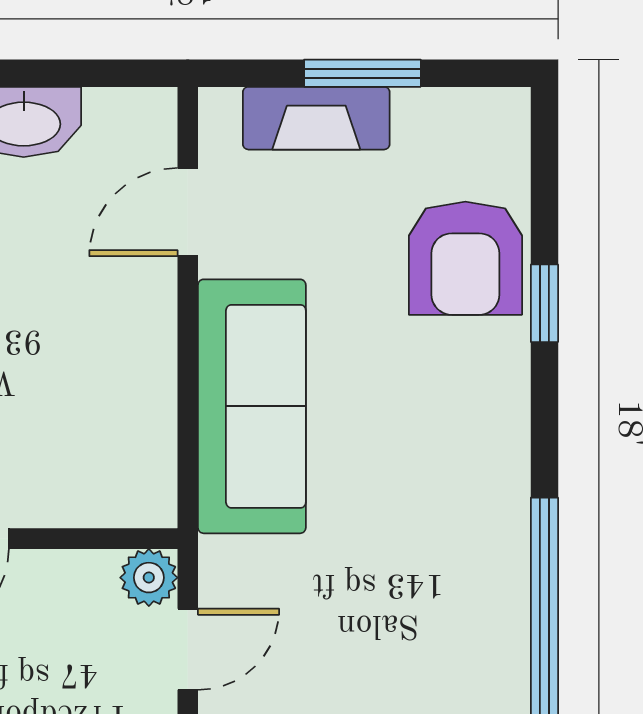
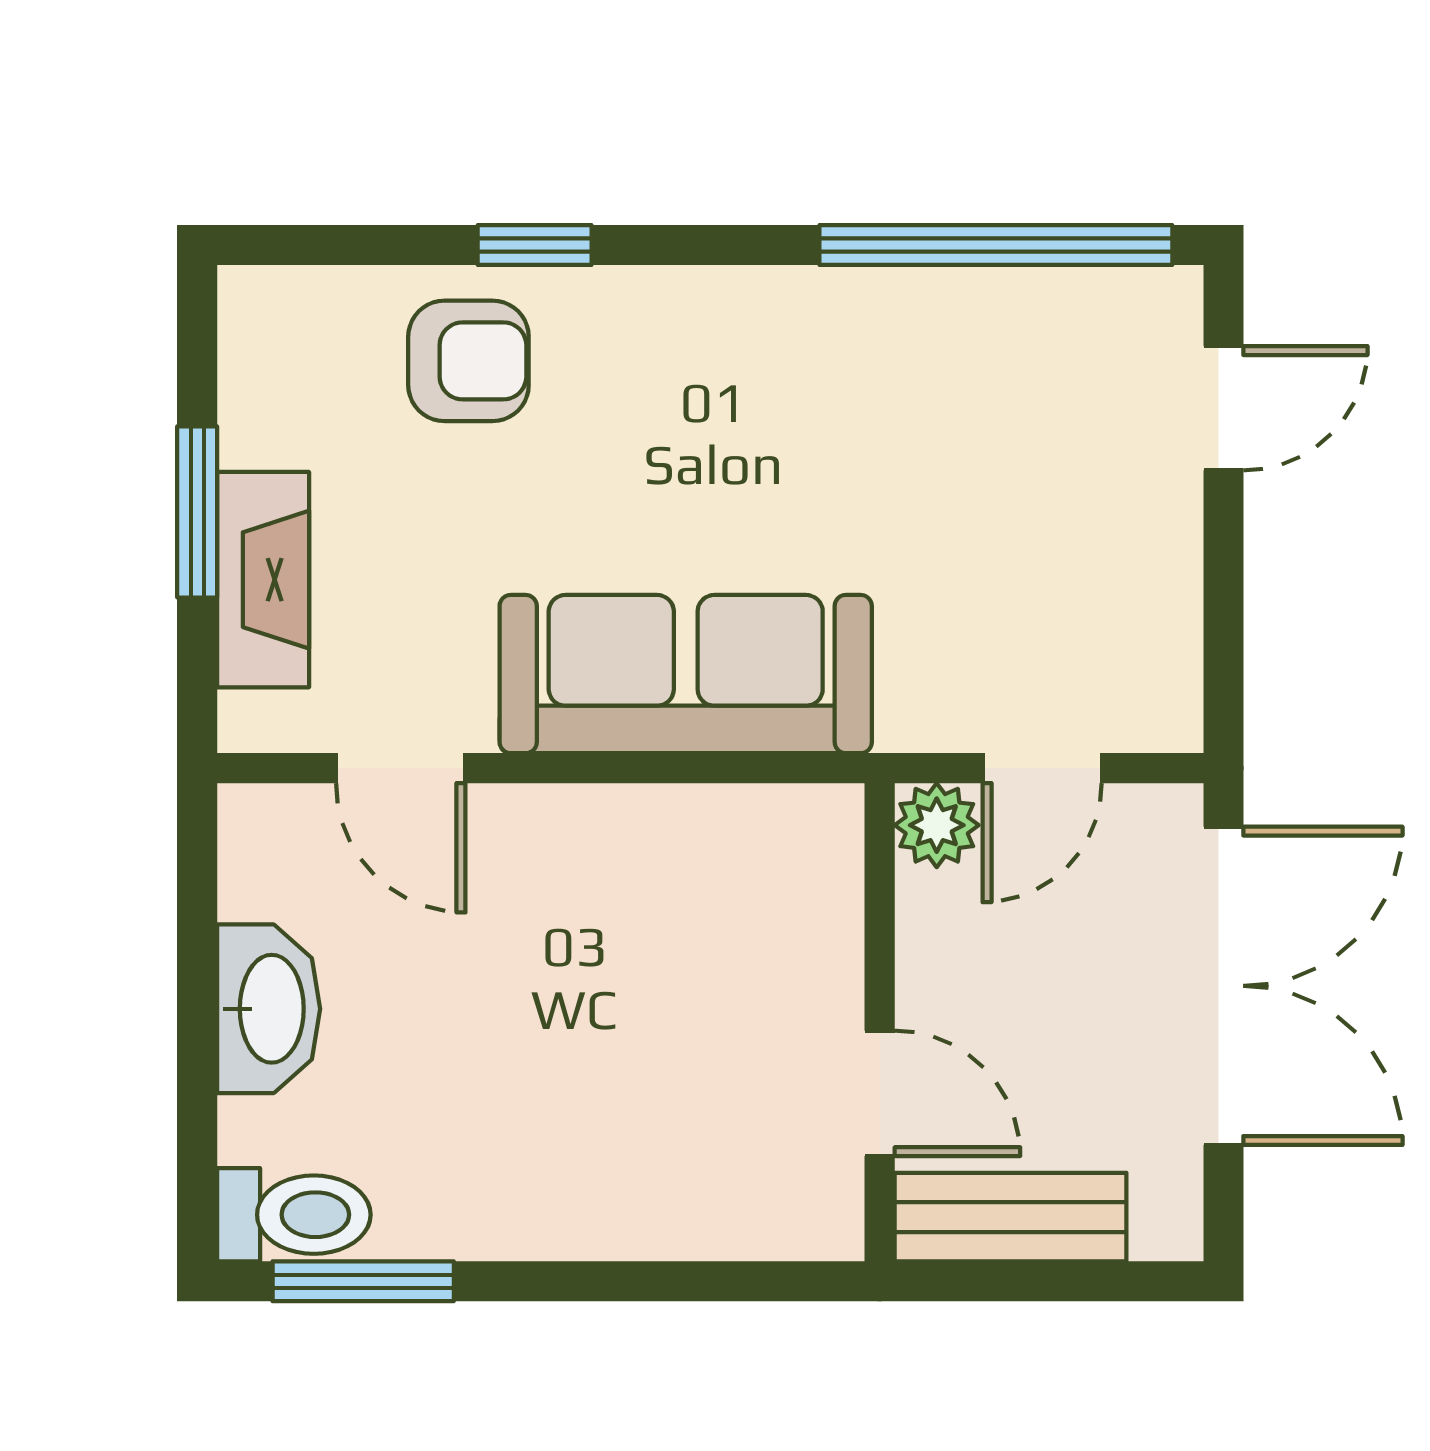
armchair: (465, 258) -> (468, 361), width x0.72, depth x0.72
door: (188, 649) -> (1042, 768), swing flipped

